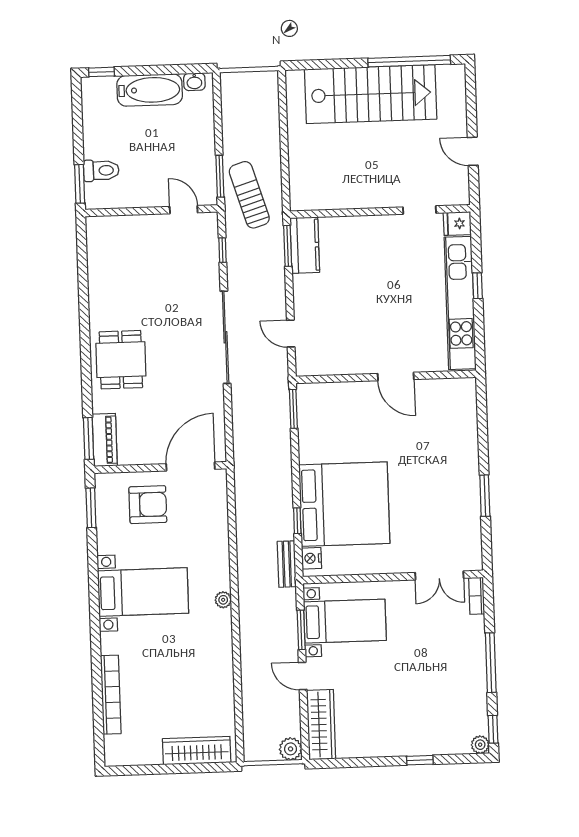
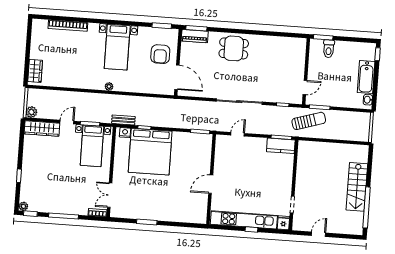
stairs: (371, 94) -> (357, 187), width x0.73, depth x0.66
wardrobe: (197, 751) -> (35, 71), width x0.67

